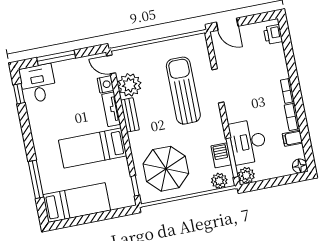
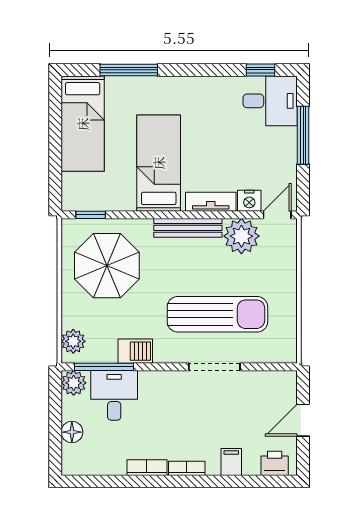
door: (227, 24) -> (303, 420), moved
bench: (130, 115) -> (188, 228), width x1.36
filing cabinet: (292, 138) -> (231, 462), moved
desk: (248, 142) -> (114, 395), width x0.73
barbecue: (221, 155) -> (135, 351), moved
floor lamp: (300, 166) -> (72, 432), moved

